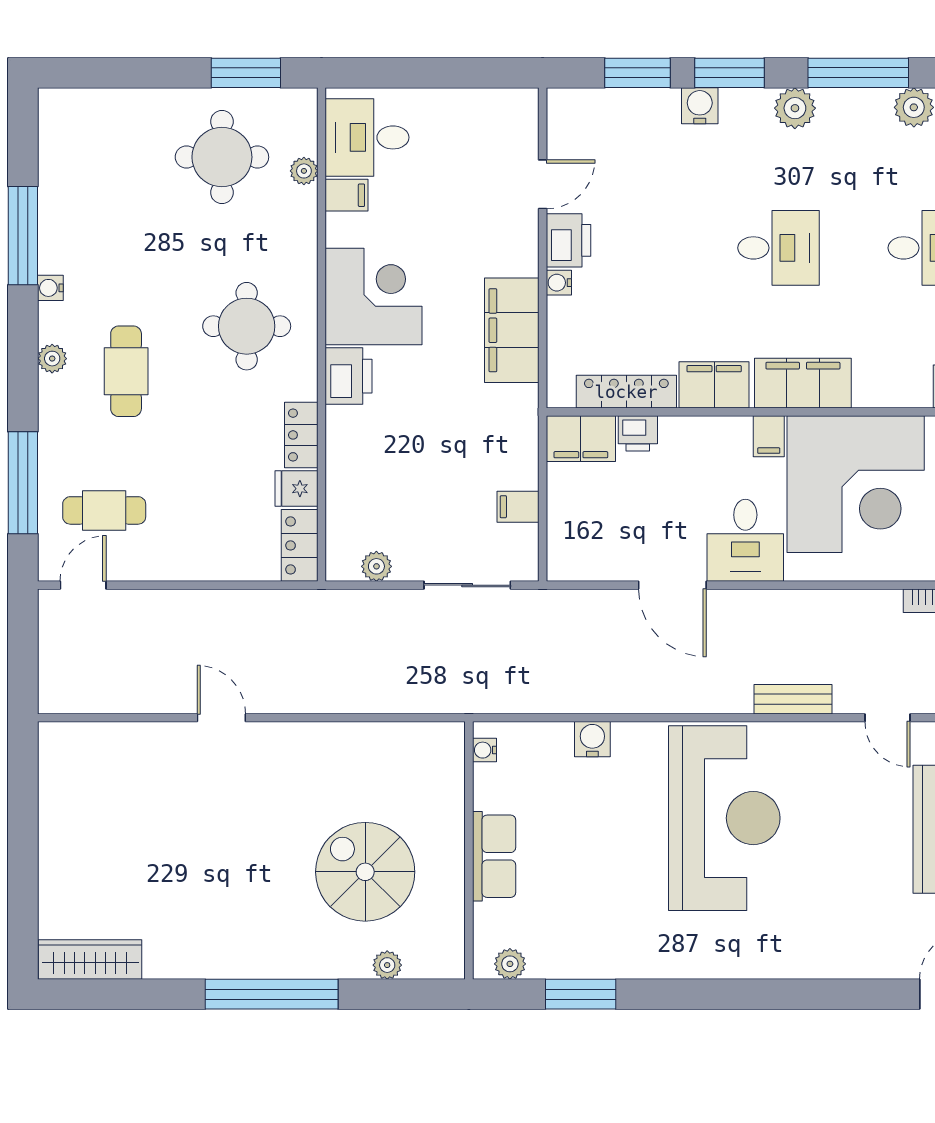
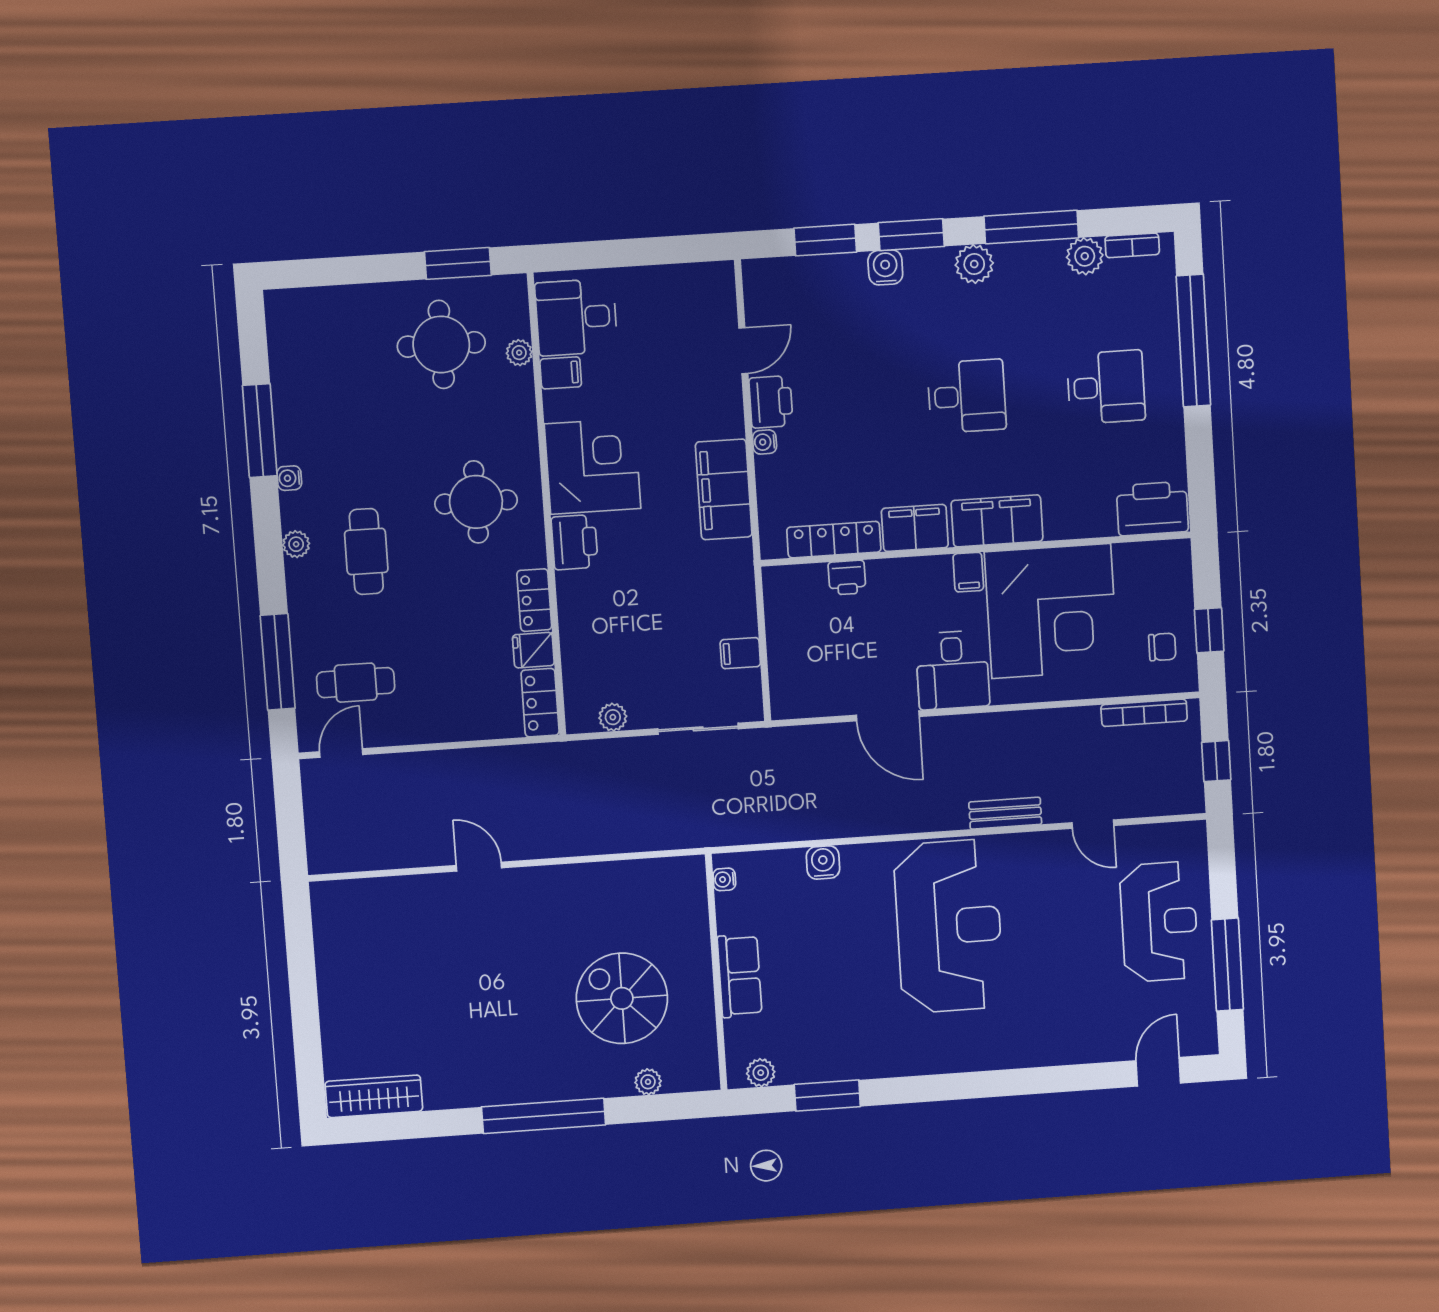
filing cabinet: (581, 439) -> (794, 586), removed

